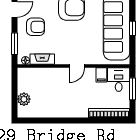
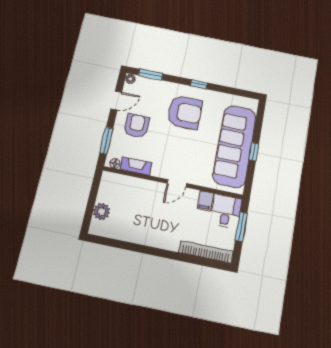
armchair: (36, 27) -> (137, 126), turned -90

